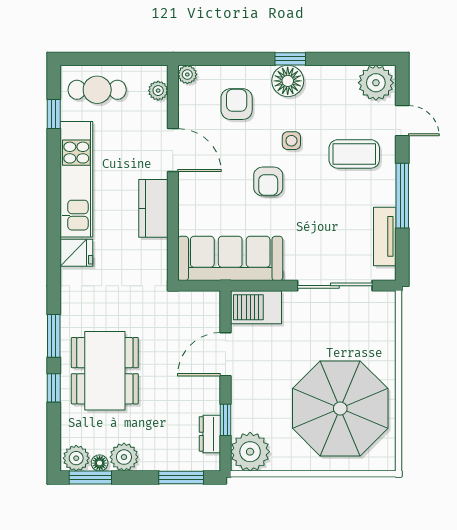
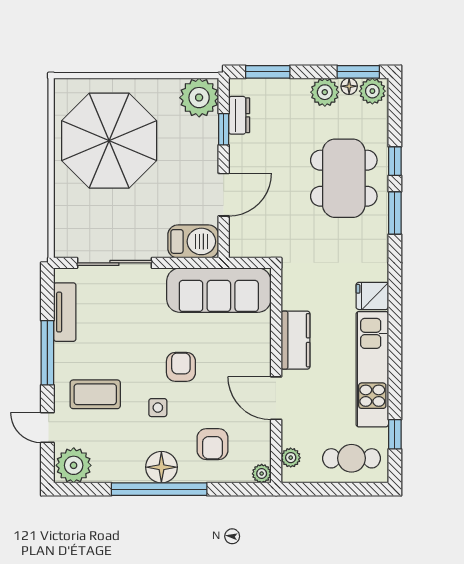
window: (290, 59) -> (159, 489), width x3.17

